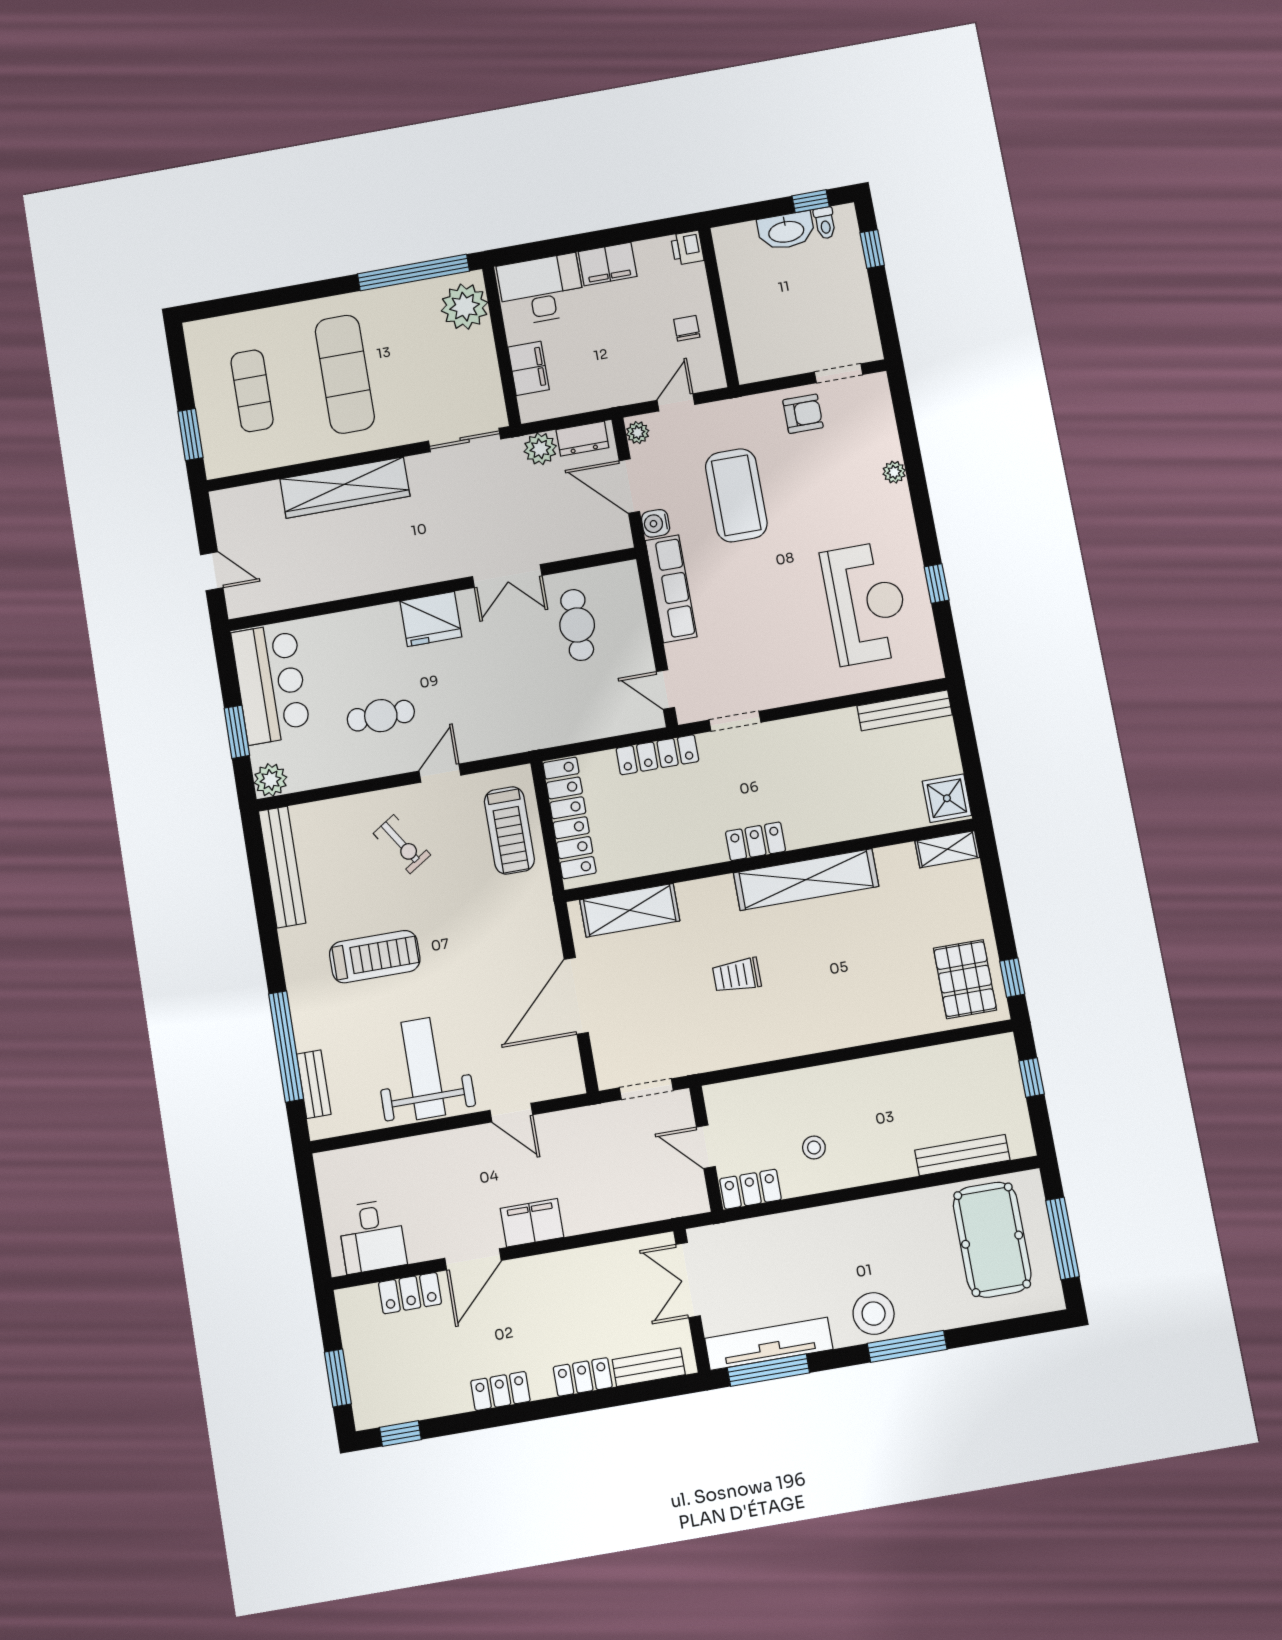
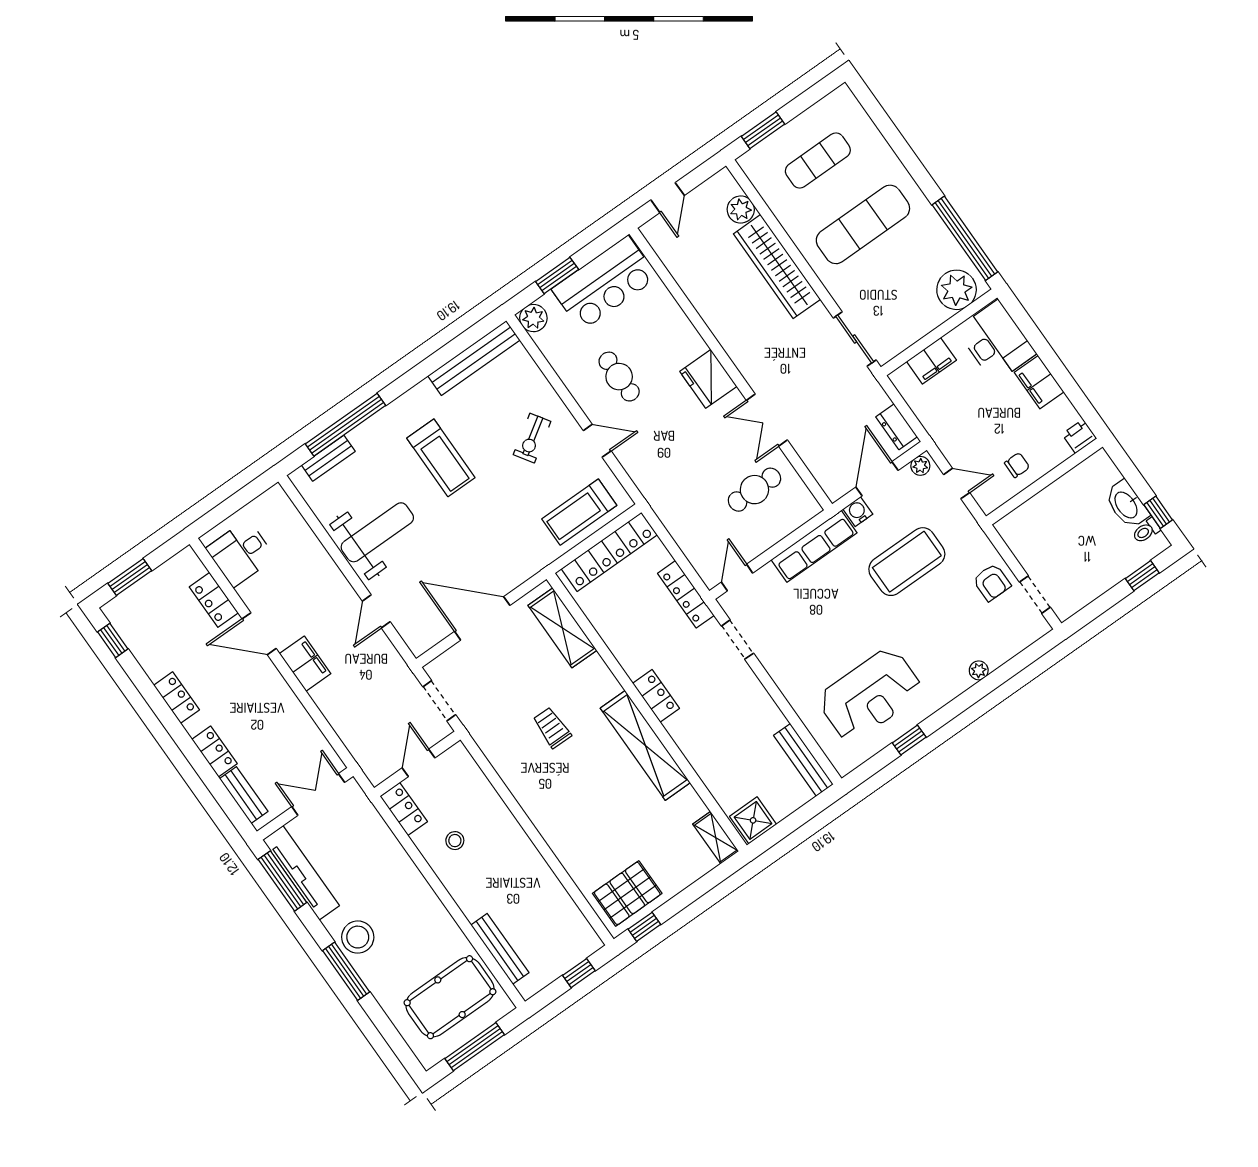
plant: (540, 449) -> (741, 210), moved

